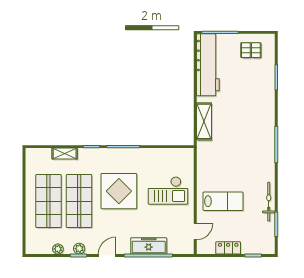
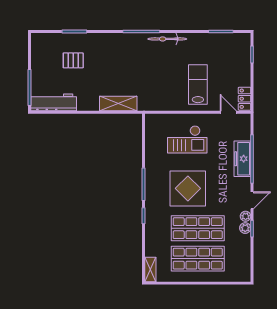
pallet: (251, 50) -> (73, 60), moved, turned 90
workbench: (208, 65) -> (54, 102), width x0.73, depth x0.76
shelving: (65, 154) -> (150, 269), moved
checkout: (168, 190) -> (187, 139), turned 90
bicycle: (269, 202) -> (167, 39), moved
locker: (228, 248) -> (245, 99), moved
plant: (58, 249) -> (246, 216), moved
door: (107, 255) -> (252, 200), swing flipped

